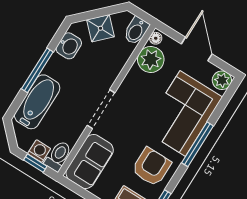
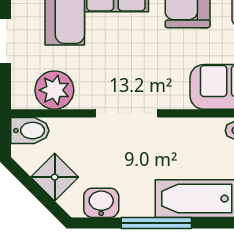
floor lamp: (156, 38) -> (24, 100), removed
doorway: (101, 109) -> (127, 113), moved

